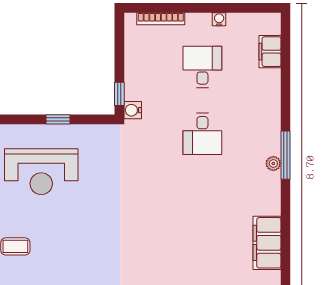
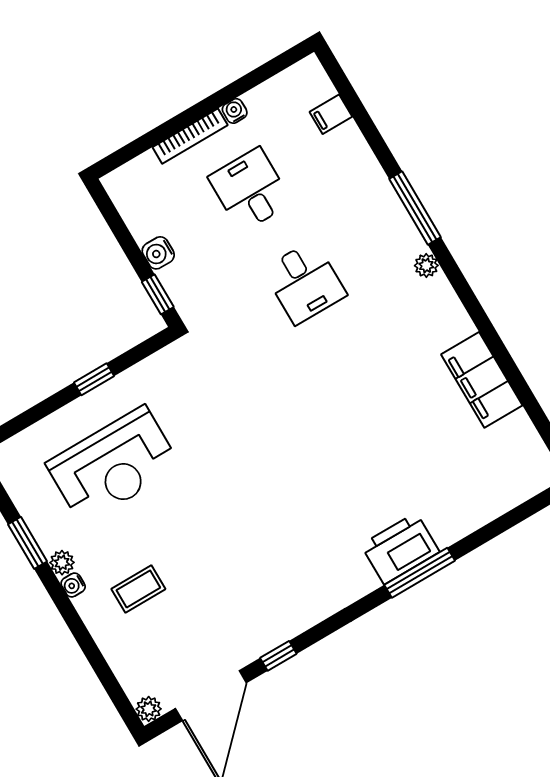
bookcase: (161, 19) -> (190, 136), moved
filing cabinet: (270, 52) -> (331, 114), width x0.50
water cooler: (133, 110) -> (158, 253), moved
window: (285, 155) -> (415, 208), moved

